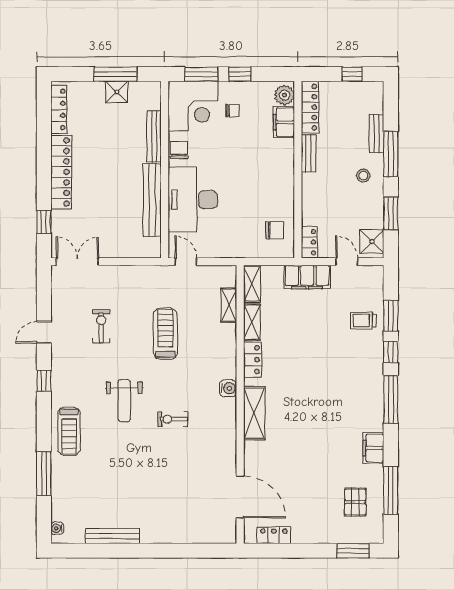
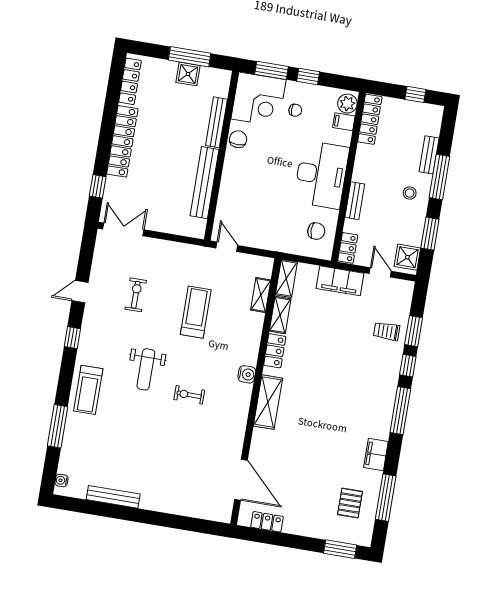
filing cabinet: (284, 122) -> (344, 122), width x0.50
bench: (309, 153) -> (355, 201), moved
desk: (193, 200) -> (321, 175), moved, turned 180

